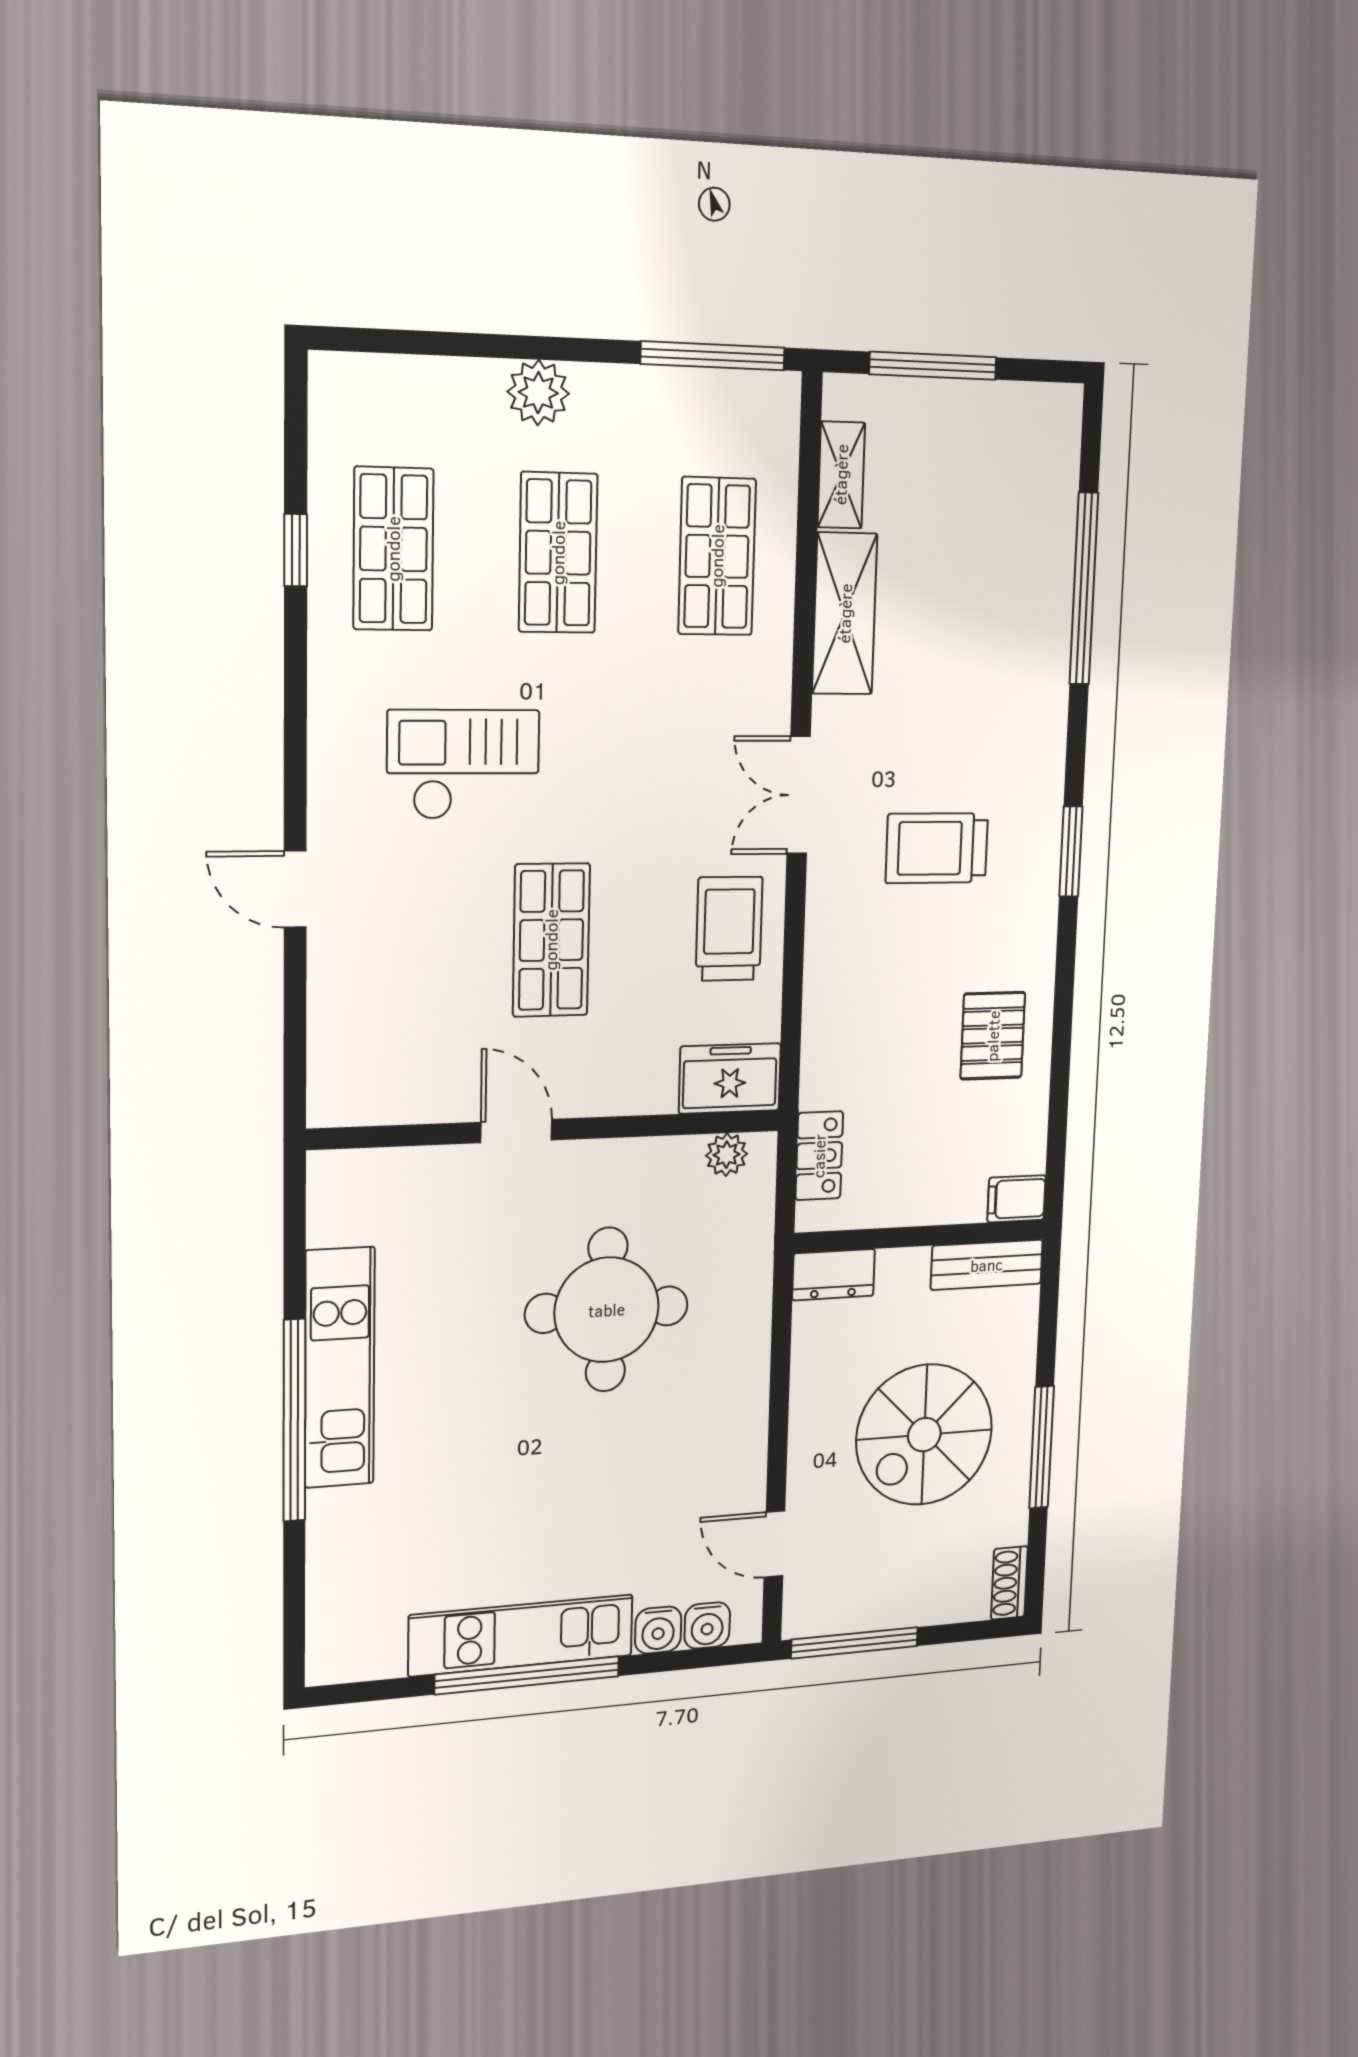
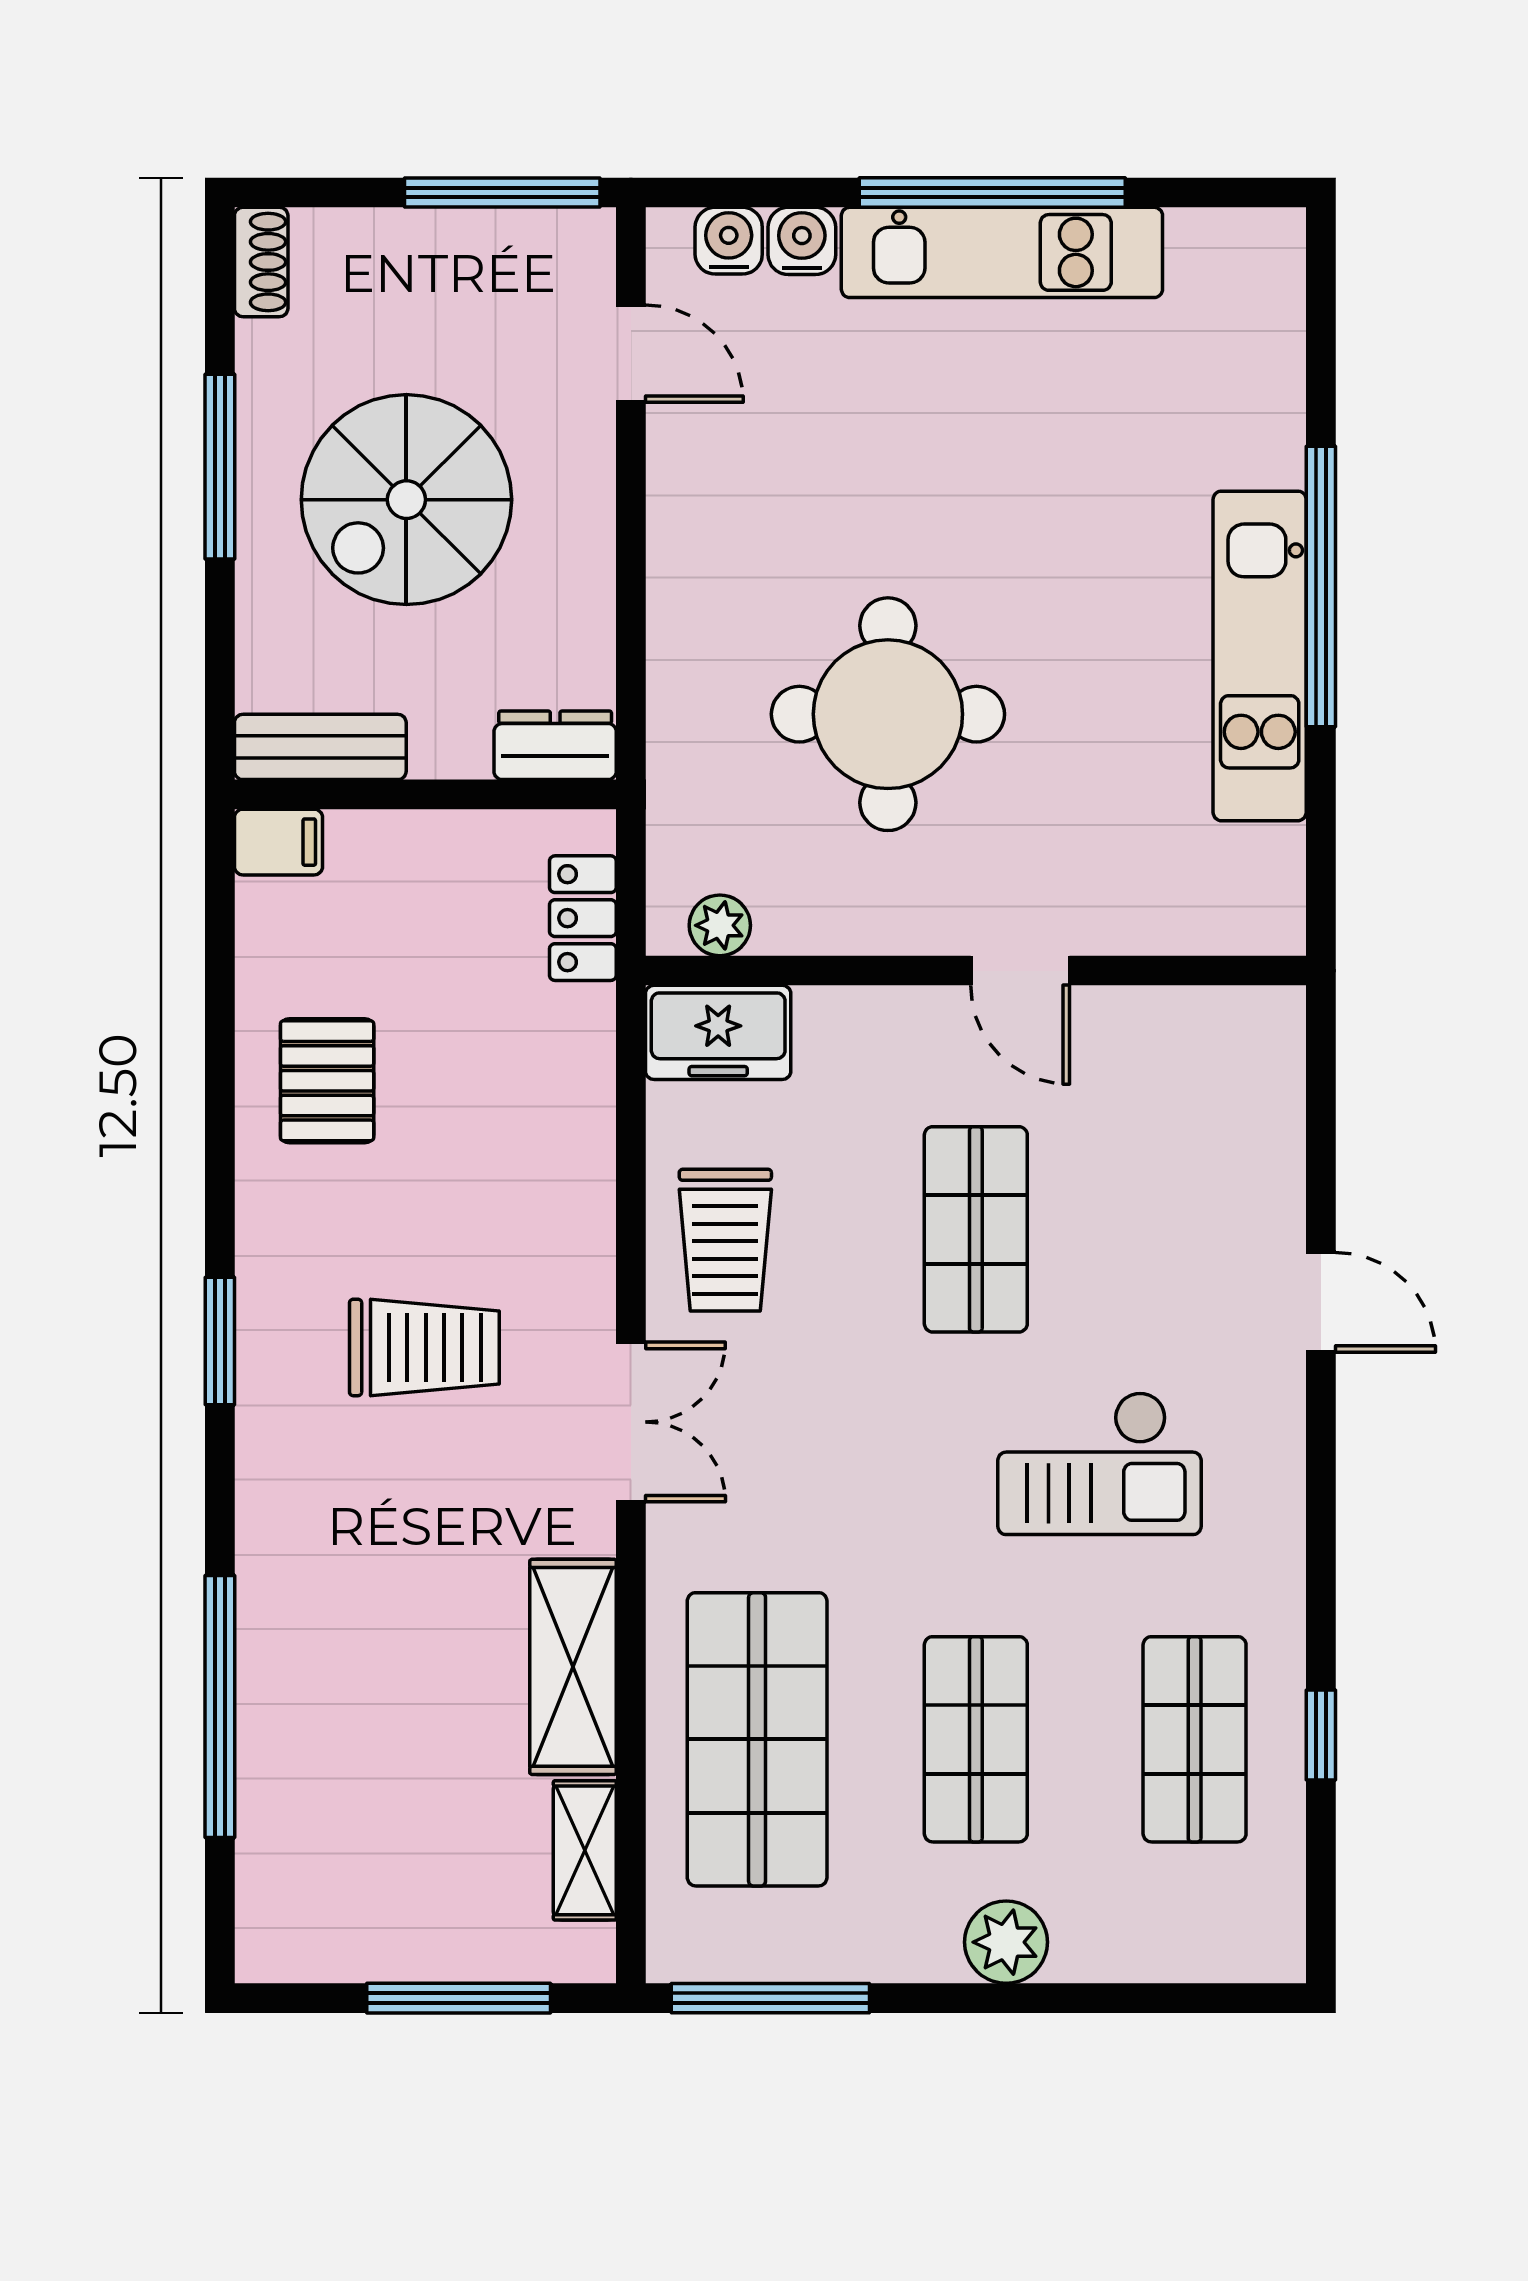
shop shelf: (717, 556) -> (757, 1739), width x1.43, depth x1.36
spiral stairs: (924, 1435) -> (406, 500), turned 180

